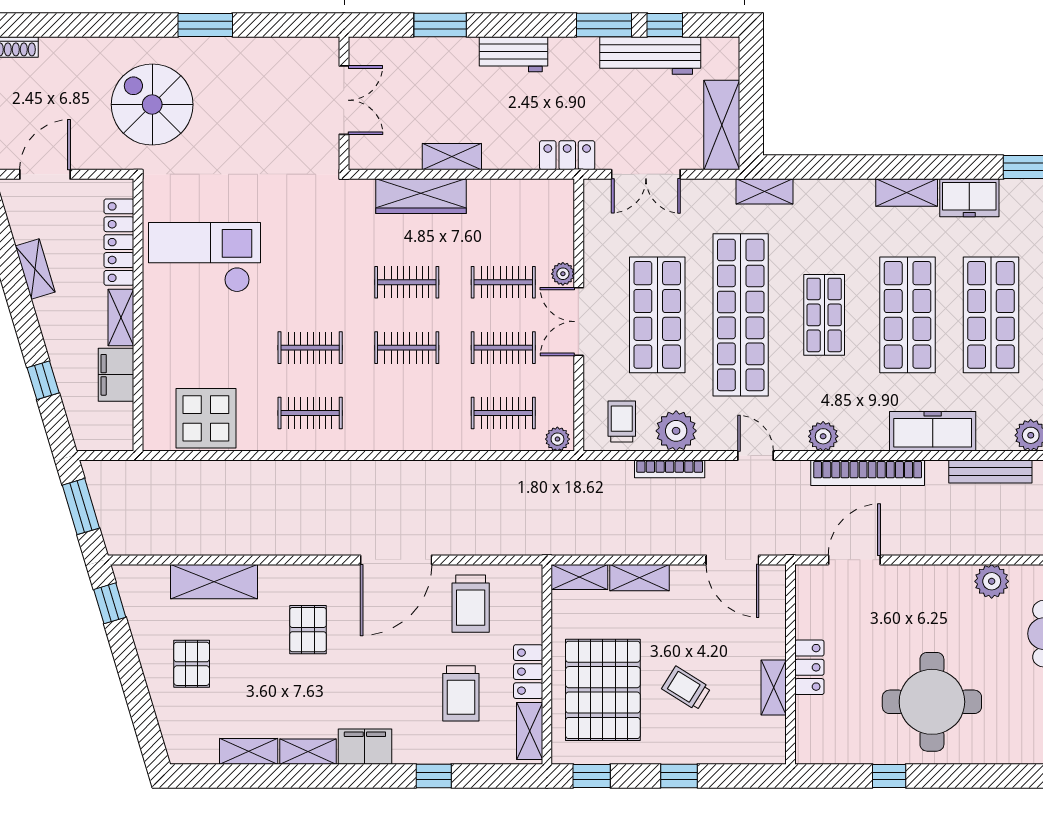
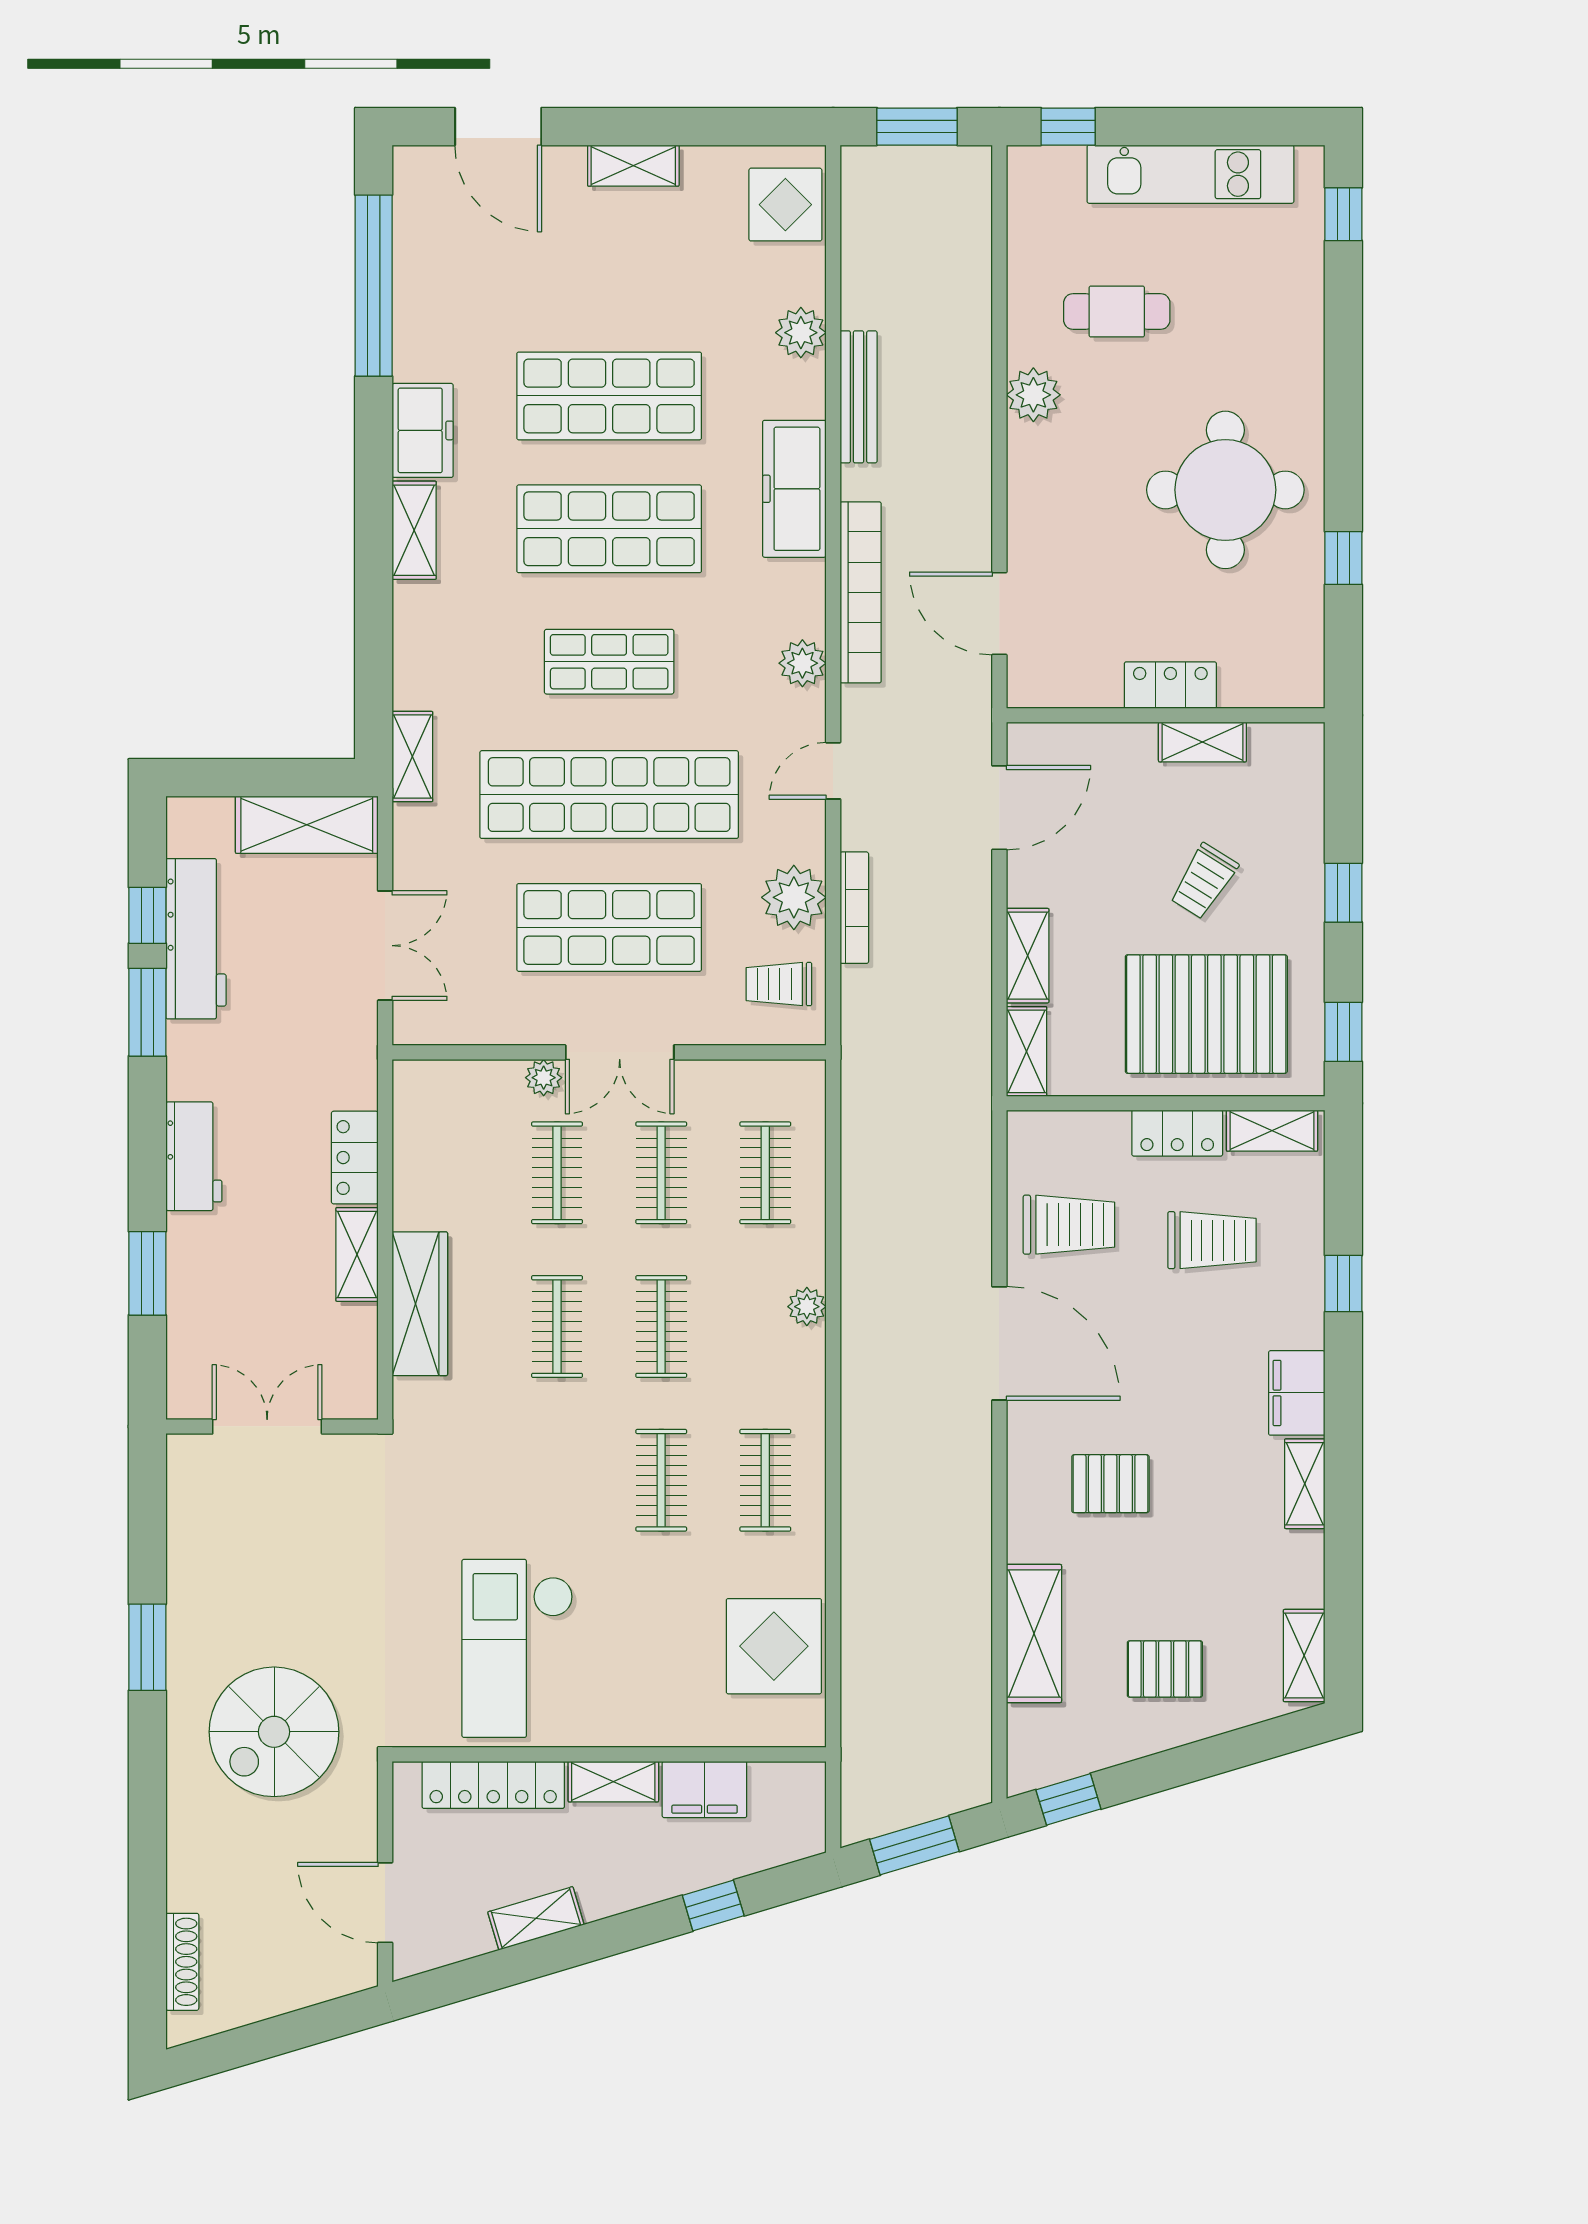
locker: (567, 155) -> (355, 1158), moved
plant: (557, 439) -> (807, 1307), moved
shelving: (249, 751) -> (1304, 1656), moved

